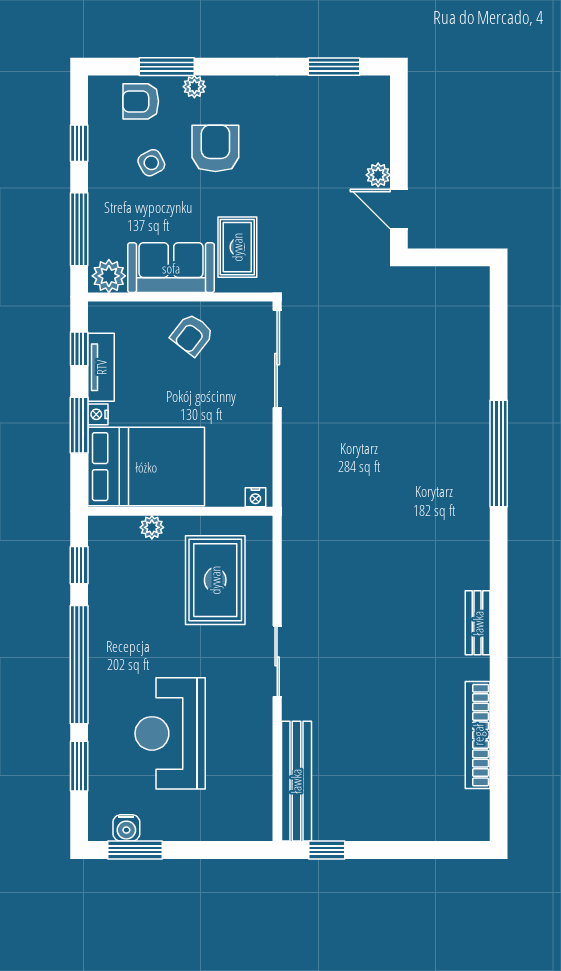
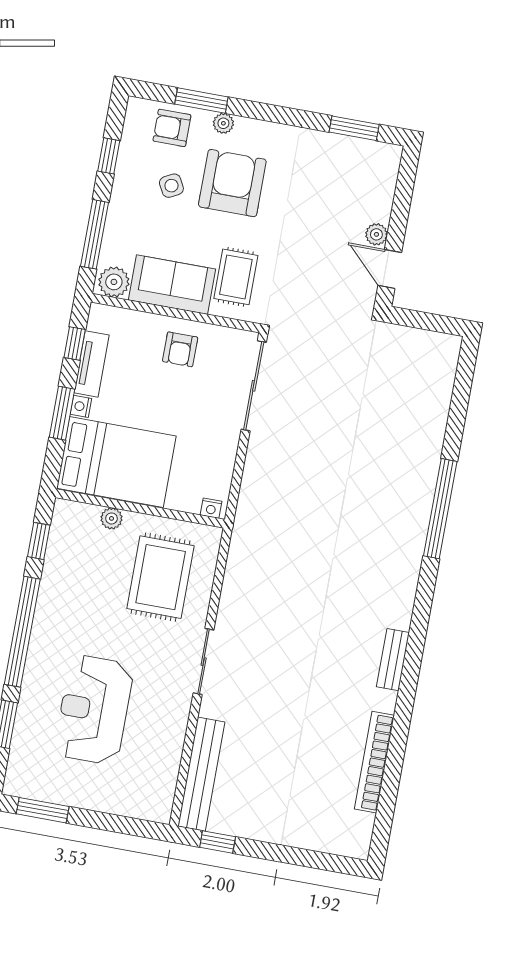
armchair: (215, 148) -> (232, 183), width x1.36, depth x1.36
armchair: (192, 335) -> (180, 349), turned -38
water cooler: (126, 828) -> (38, 789), removed

